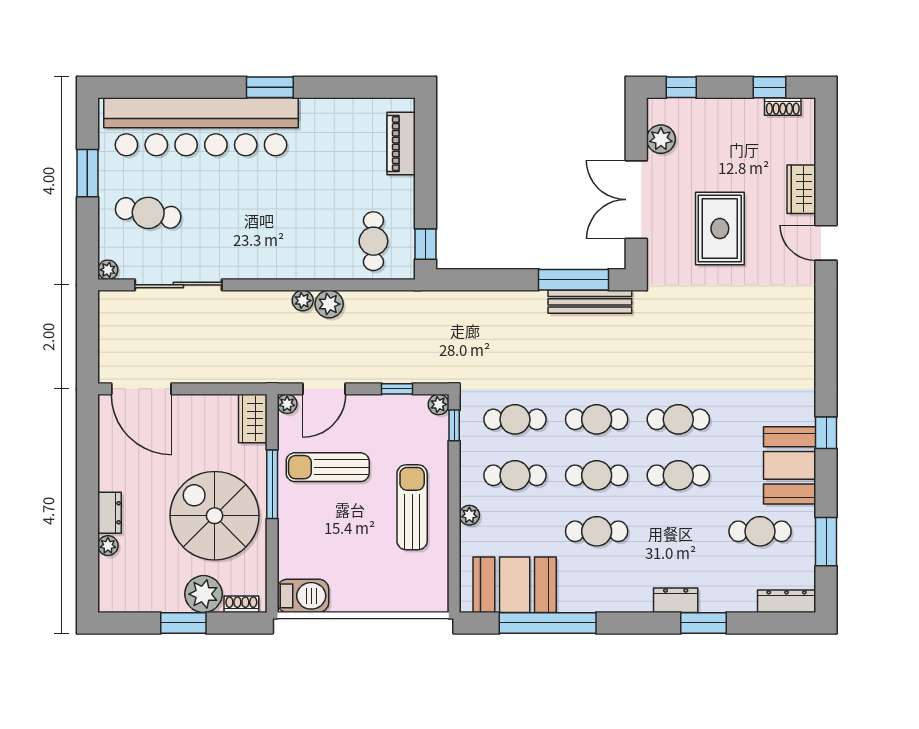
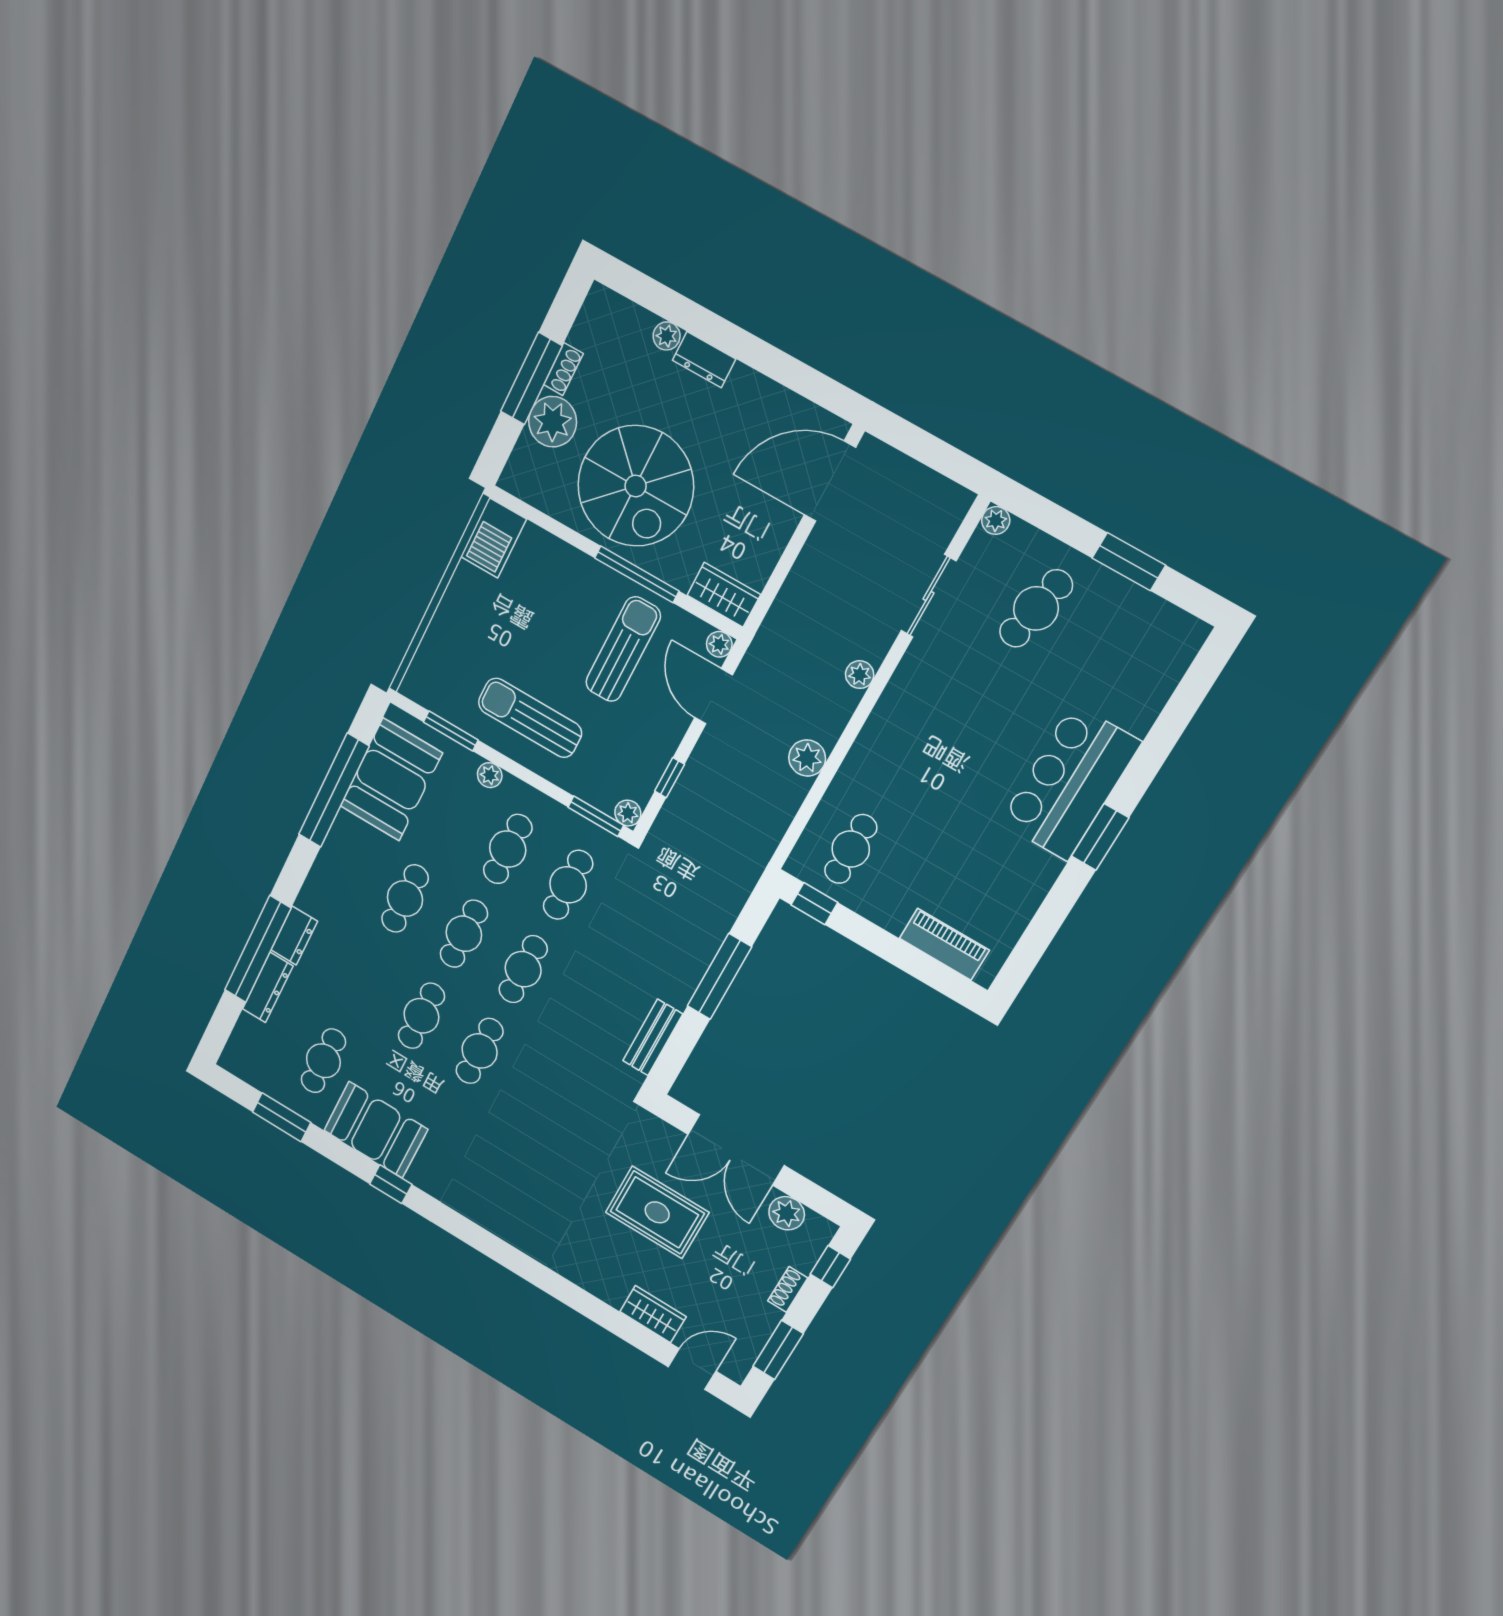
window: (770, 87) -> (778, 1350), width x1.50
shoe rack: (783, 107) -> (788, 1289), moved
bar counter: (201, 127) -> (1070, 783), width x0.54
double door: (636, 200) -> (736, 1150), swing flipped
cafe table: (373, 241) -> (851, 849), turned 90
door: (826, 243) -> (692, 1369), moved
window: (573, 280) -> (719, 976), moved
sliding door: (178, 285) -> (929, 596), width x0.73
plant: (303, 301) -> (860, 675), moved
bench: (590, 302) -> (653, 1037), width x0.73
window: (454, 425) -> (596, 816), width x1.50
sun lounger: (412, 507) -> (530, 718), turned 180
spiral stairs: (215, 516) -> (636, 486), turned 90
window: (454, 559) -> (451, 731), added
dresser: (787, 601) -> (268, 987), moved
shoe rack: (241, 604) -> (563, 369), moved
window: (183, 623) -> (531, 379), width x1.44
window: (703, 623) -> (258, 949), width x2.11

